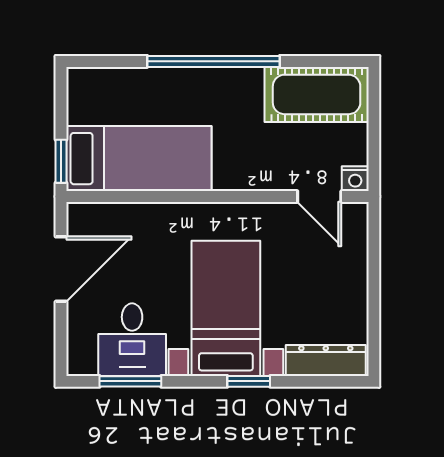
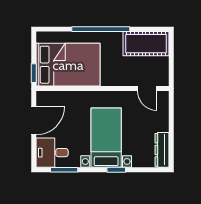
bed: (139, 159) -> (68, 65), width x1.50
nightstand: (355, 179) -> (163, 81), removed
desk: (132, 340) -> (52, 153), moved, turned 90
dresser: (326, 360) -> (162, 150), moved, turned -90

